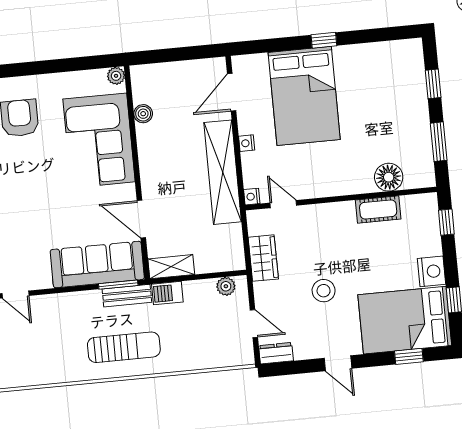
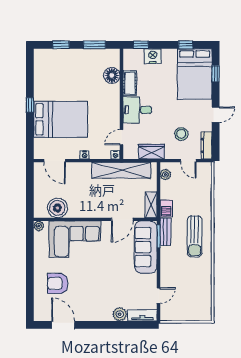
boiler: (143, 114) -> (57, 208), width x1.86, depth x1.86
shelving: (223, 172) -> (121, 170), moved
desk: (333, 227) -> (137, 110), added
nightstand: (432, 271) -> (153, 56), moved
stool: (324, 291) -> (181, 134), moved
door: (254, 324) -> (188, 161), swing flipped
sun lounger: (124, 347) -> (195, 236), turned 180
dresser: (276, 353) -> (206, 145), width x1.44

